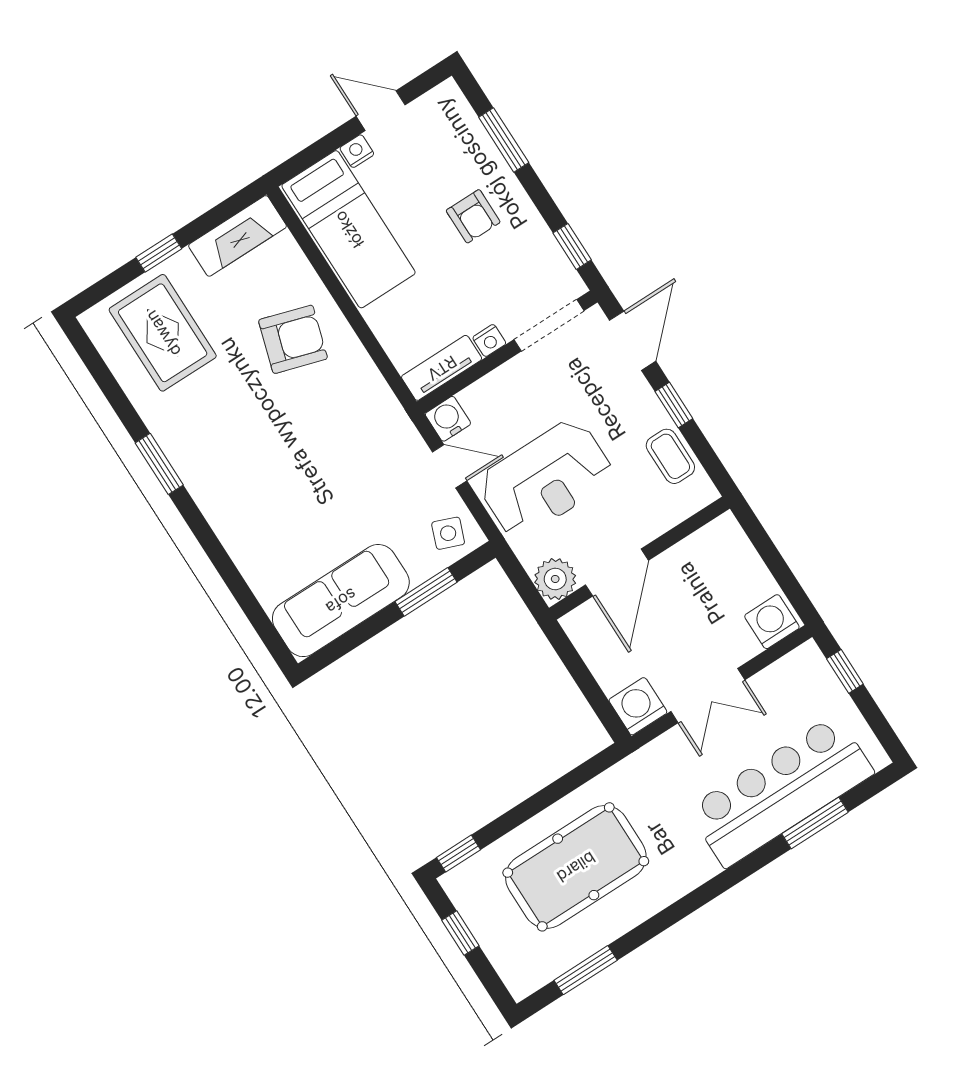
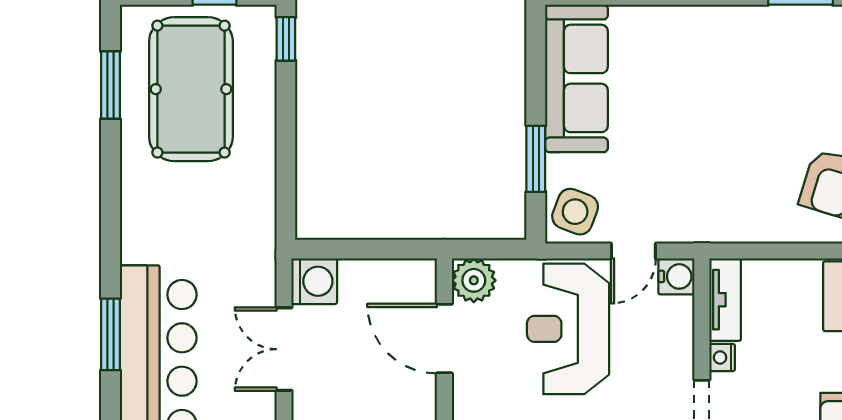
side table: (448, 533) -> (575, 212), width x1.37, depth x1.37
window: (815, 823) -> (110, 334), moved
pool table: (576, 867) -> (191, 89), moved

